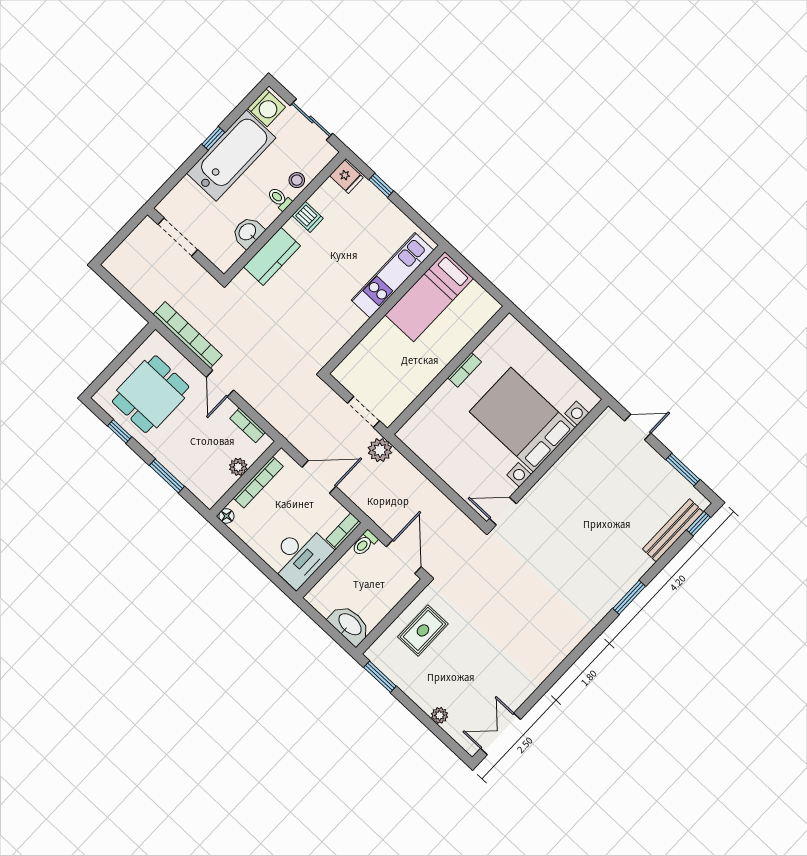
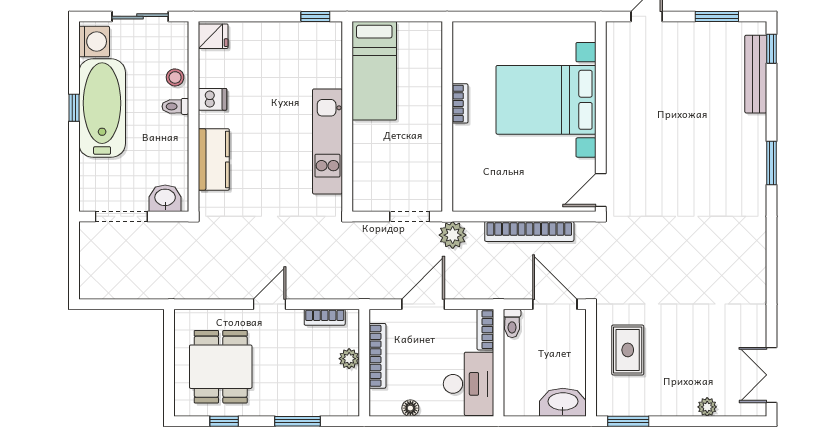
window: (381, 185) -> (315, 16), moved
washbasin: (248, 232) -> (165, 198), moved, turned 90
kitchen unit: (393, 275) -> (327, 141), moved
bookcase: (188, 335) -> (529, 231), moved, turned 180
door: (220, 384) -> (270, 304), swing flipped
floor lamp: (226, 516) -> (410, 408), moved

